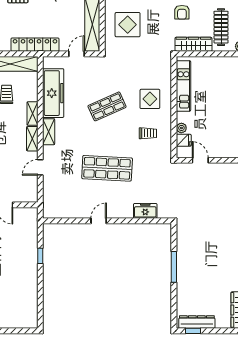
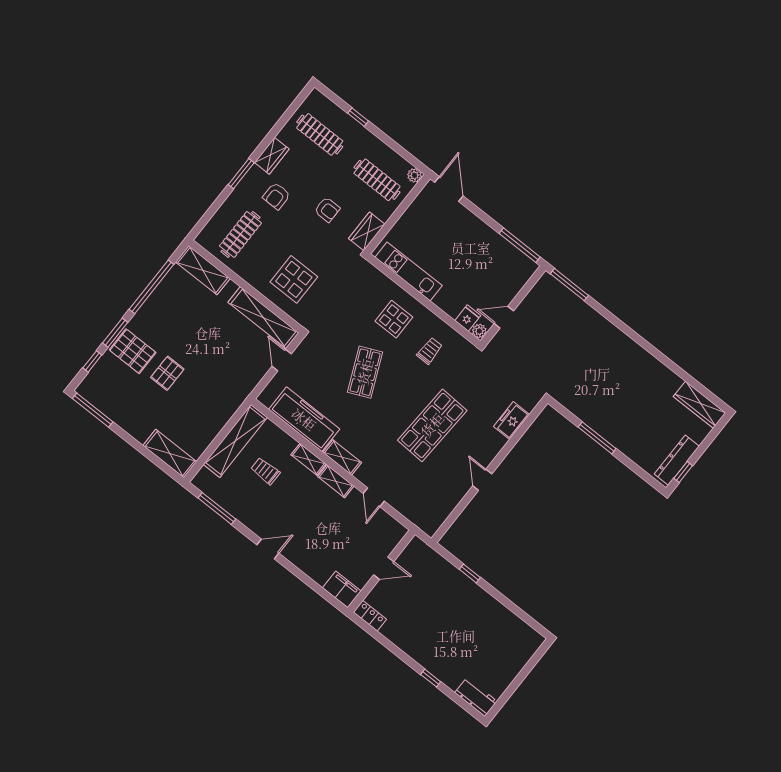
wardrobe: (193, 44) -> (367, 231), width x0.67
locker: (35, 45) -> (236, 397), removed
plant: (181, 128) -> (479, 331), moved

